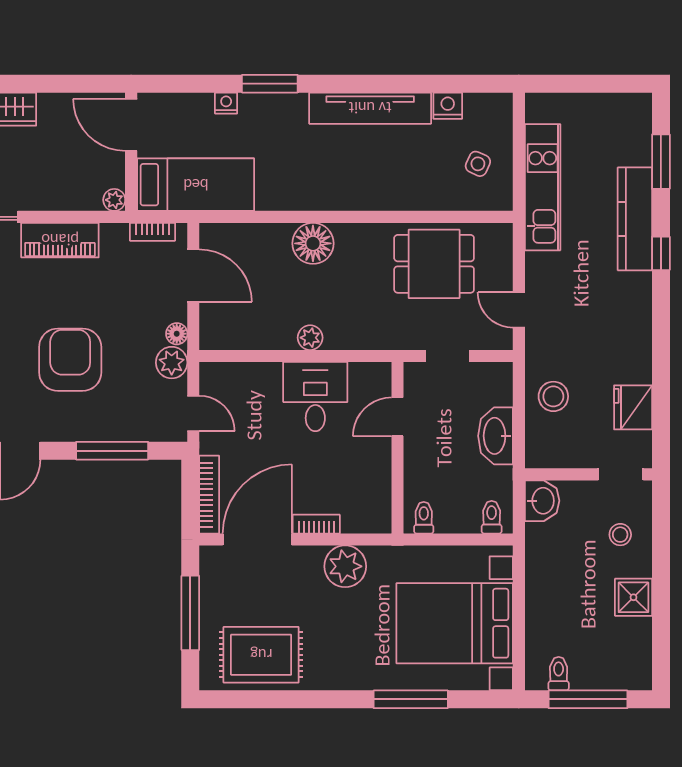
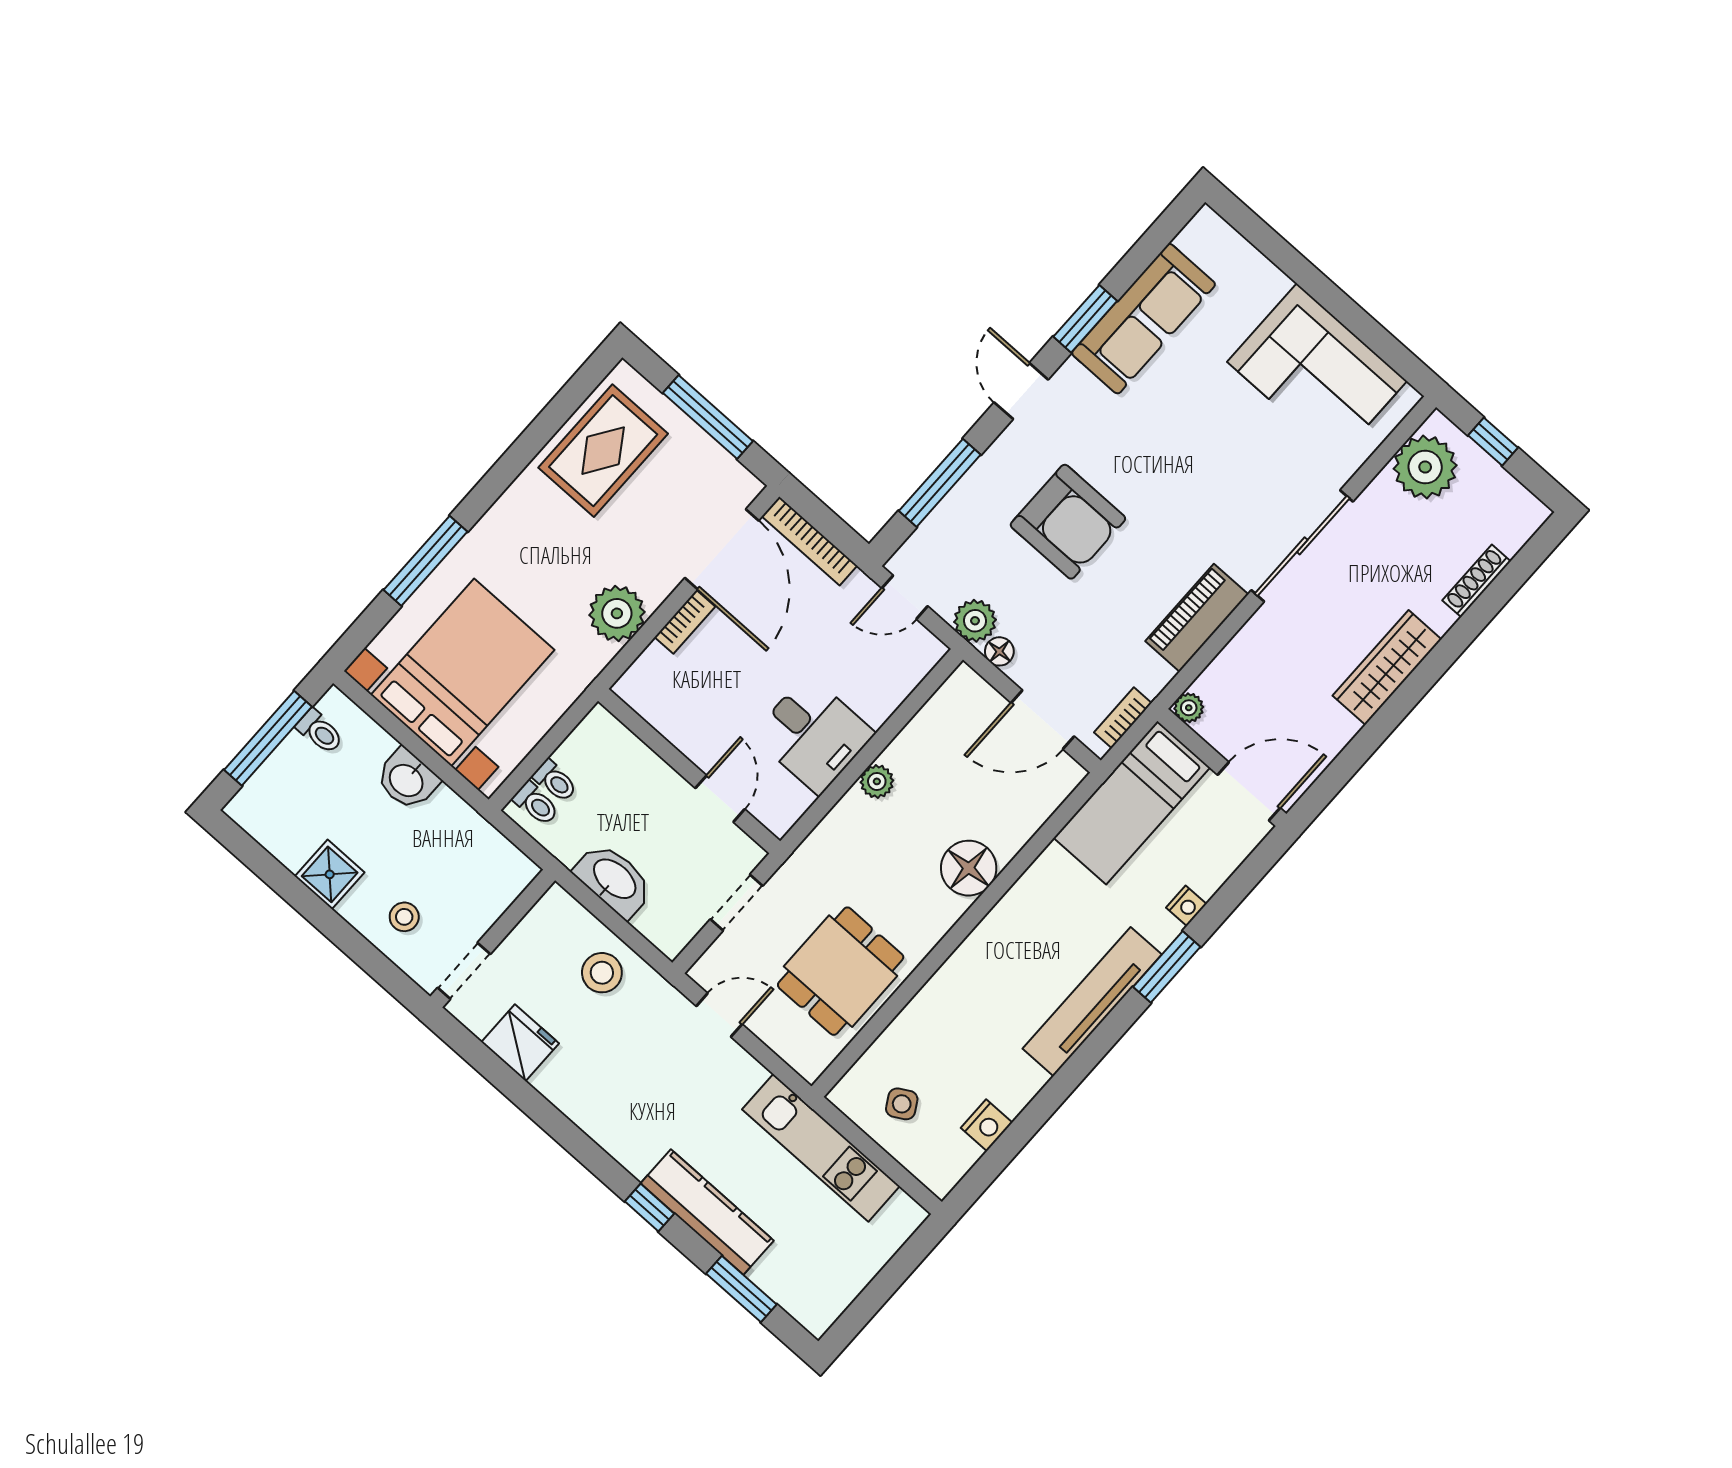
tv unit: (370, 108) -> (1092, 1002), moved
side table: (478, 164) -> (902, 1104), turned 36
washbasin: (542, 501) -> (407, 779), moved
toilet: (424, 518) -> (555, 781), moved

